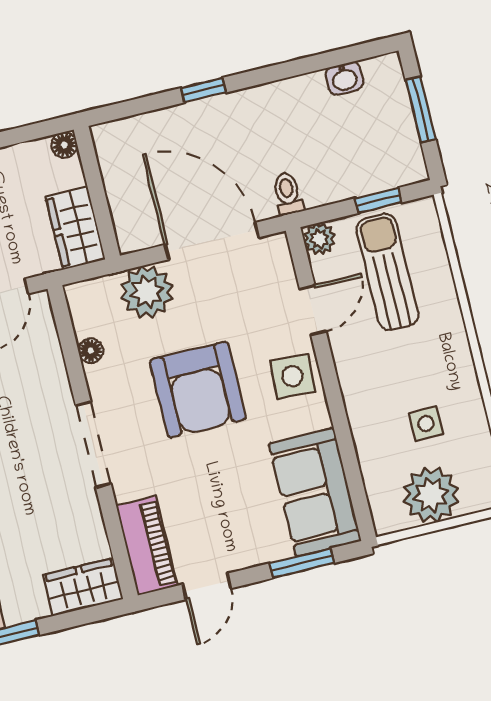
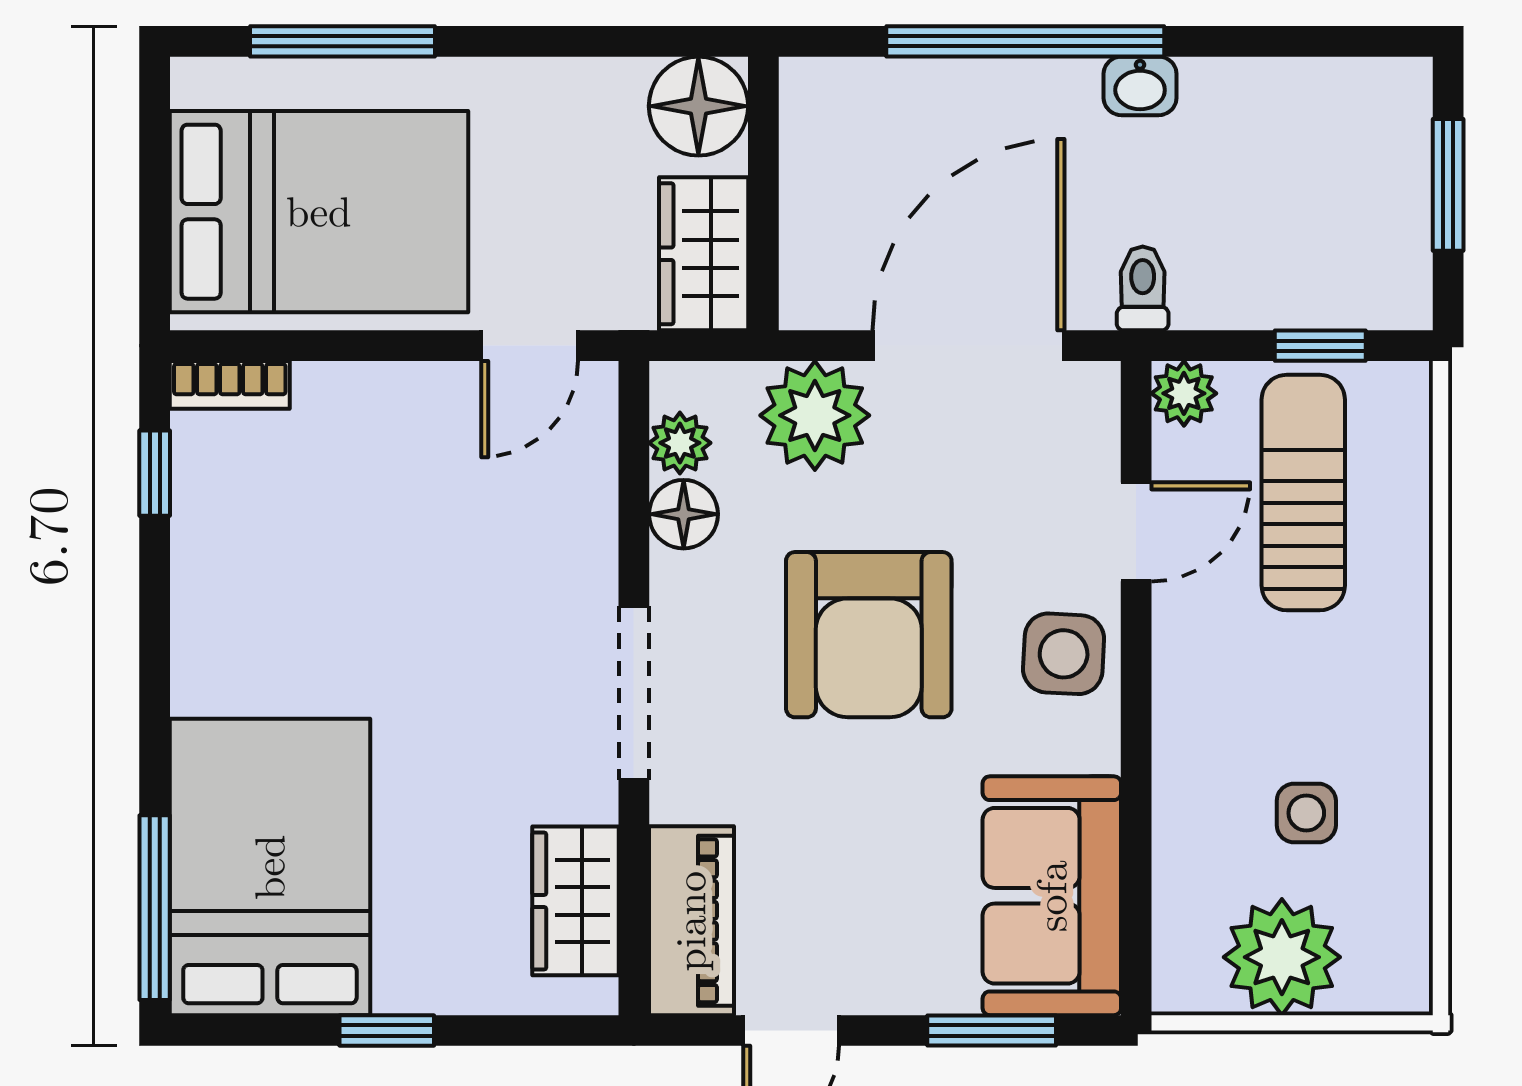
washbasin: (344, 78) -> (1140, 86), moved
window: (203, 90) -> (1025, 41), width x3.17
floor lamp: (64, 145) -> (698, 106), width x1.89, depth x1.89
door: (212, 241) -> (968, 346), hinge flipped
plant: (86, 321) -> (680, 443), added
floor lamp: (91, 351) -> (684, 514), width x1.37, depth x1.37
wardrobe: (83, 587) -> (576, 901), moved, turned -90

